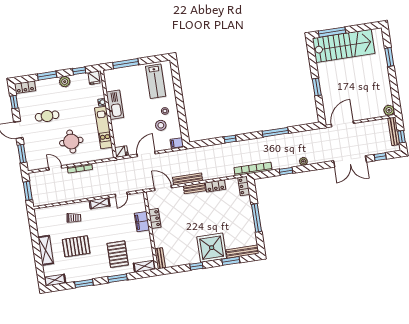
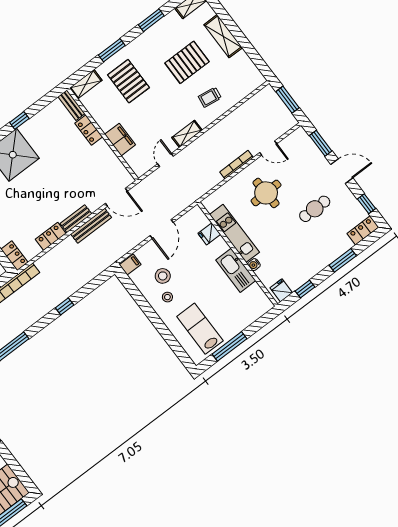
window: (126, 64) -> (230, 346), moved
plant: (65, 82) -> (316, 265), removed
fridge: (121, 152) -> (209, 234), moved
locker: (155, 219) -> (89, 130), moved

